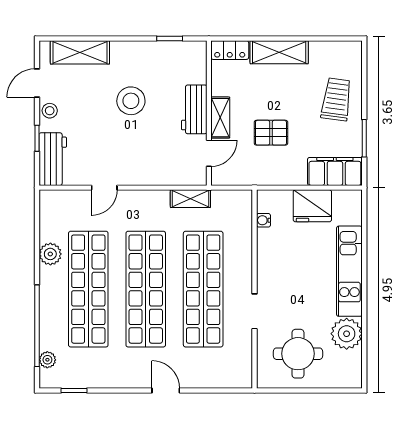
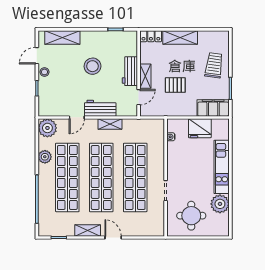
workbench: (53, 159) -> (100, 108), moved, turned -90
shelving: (190, 199) -> (110, 124), moved
plant: (47, 360) -> (47, 128), moved, width x1.87, depth x1.87
shelving: (123, 379) -> (88, 231), added

